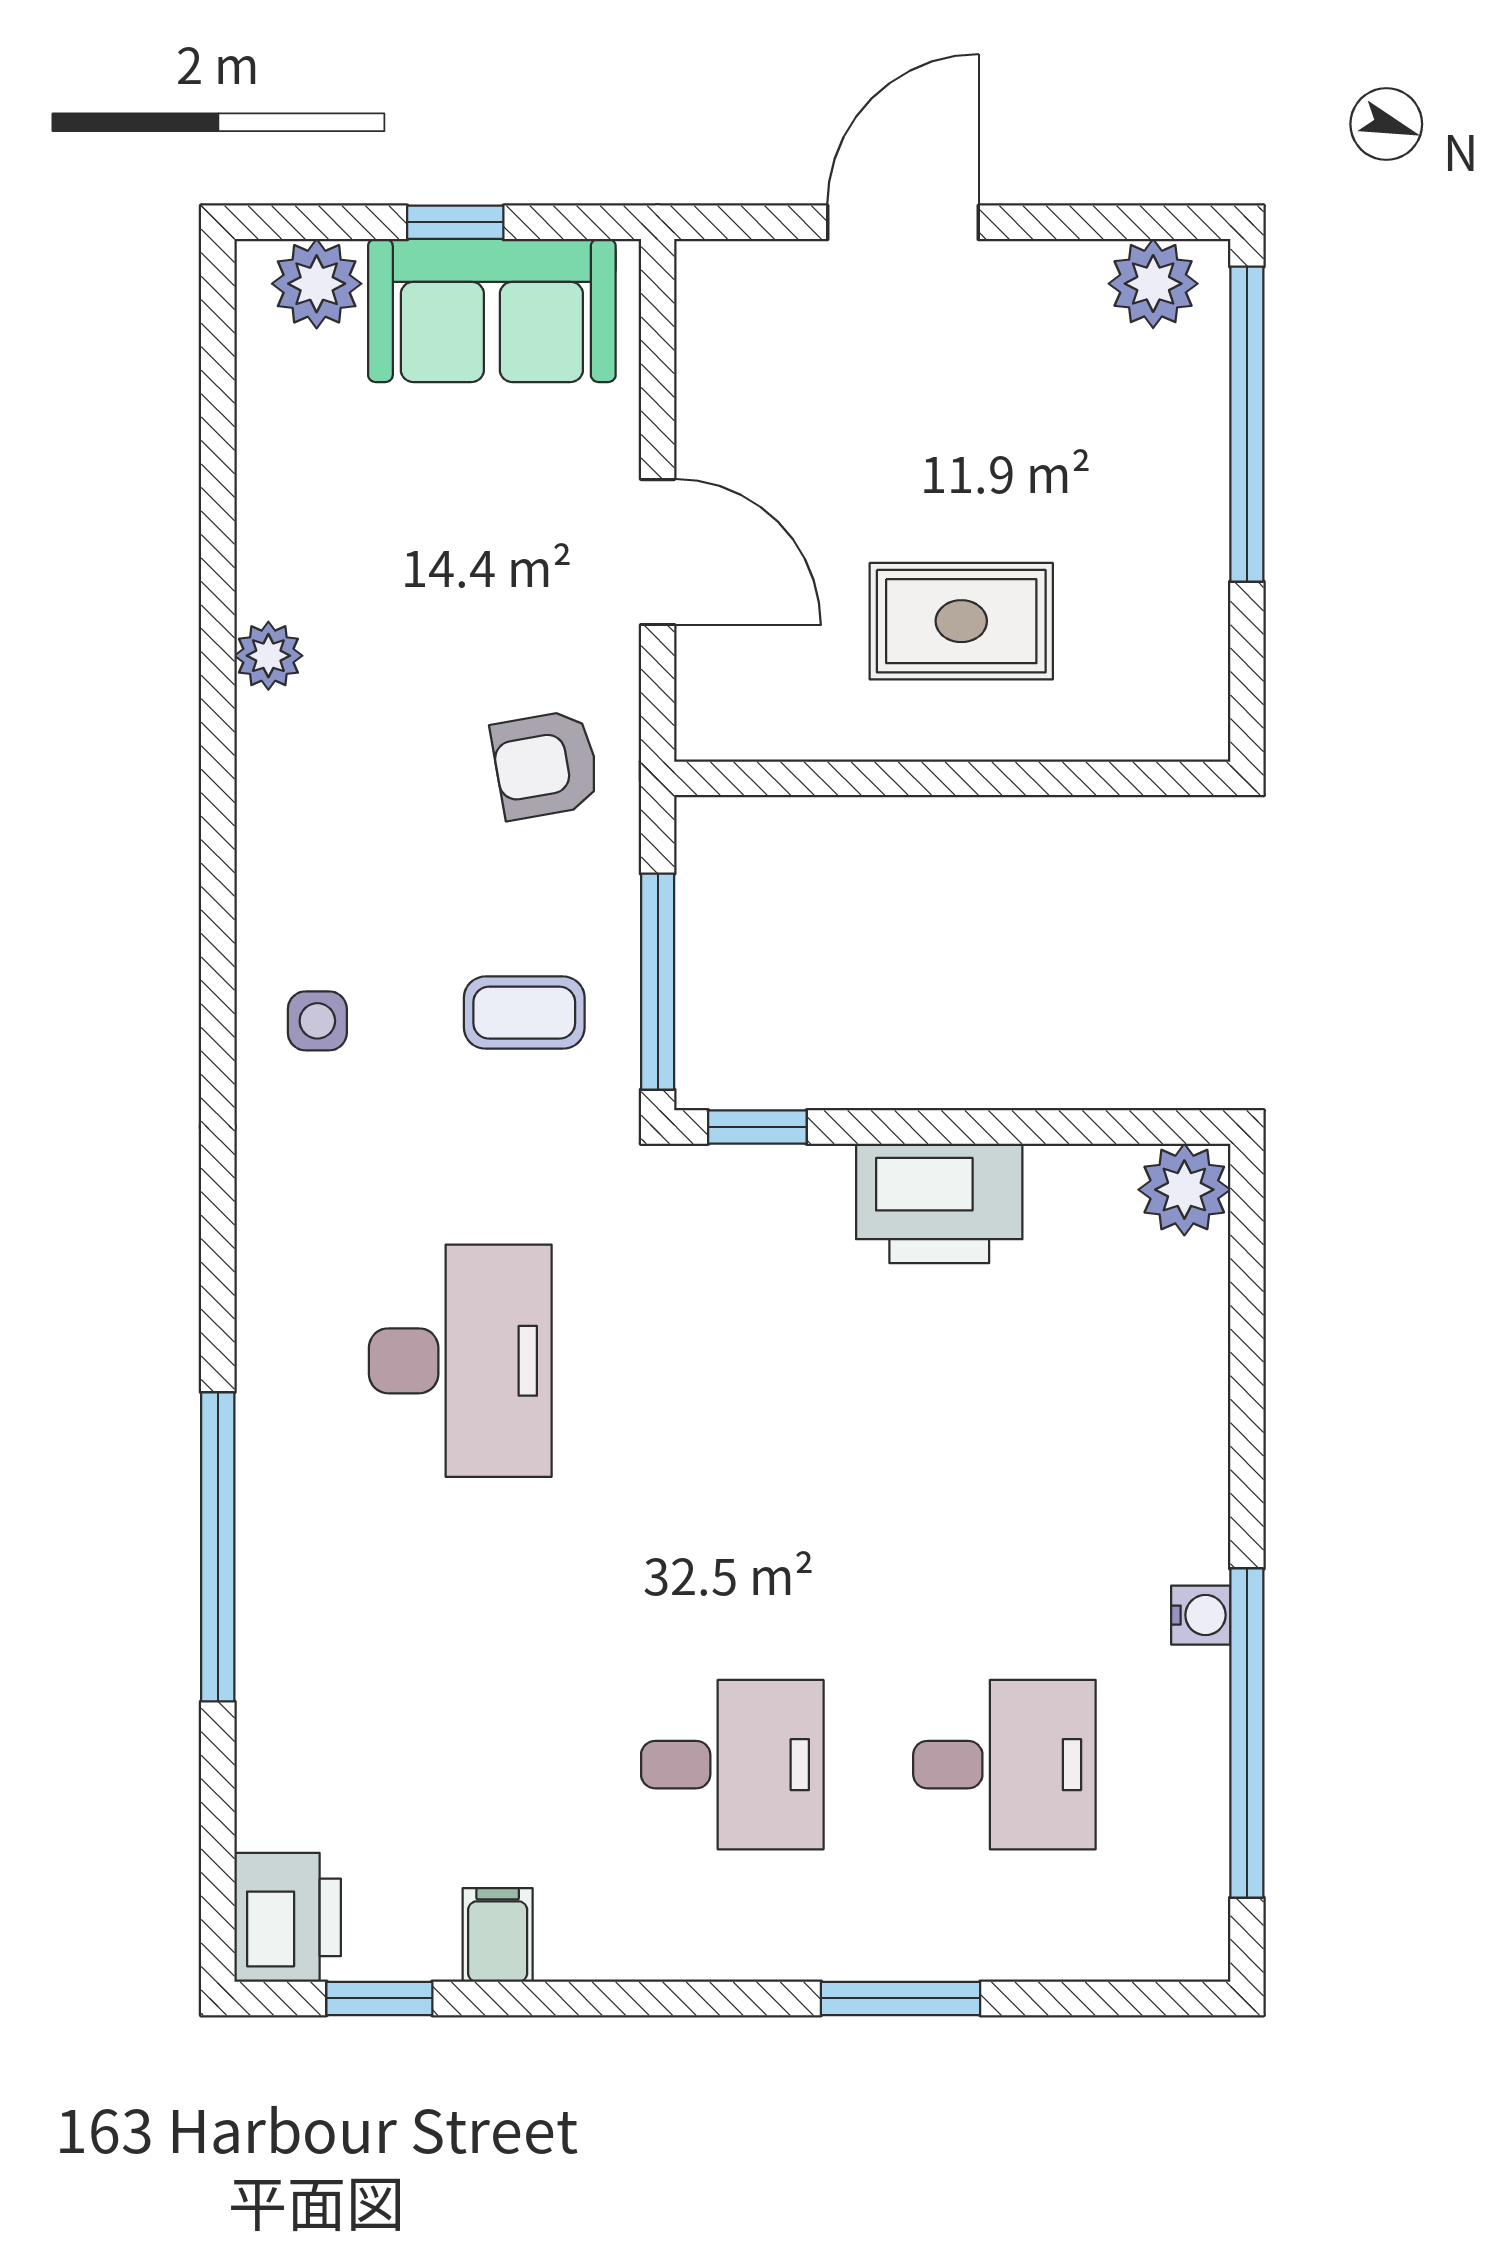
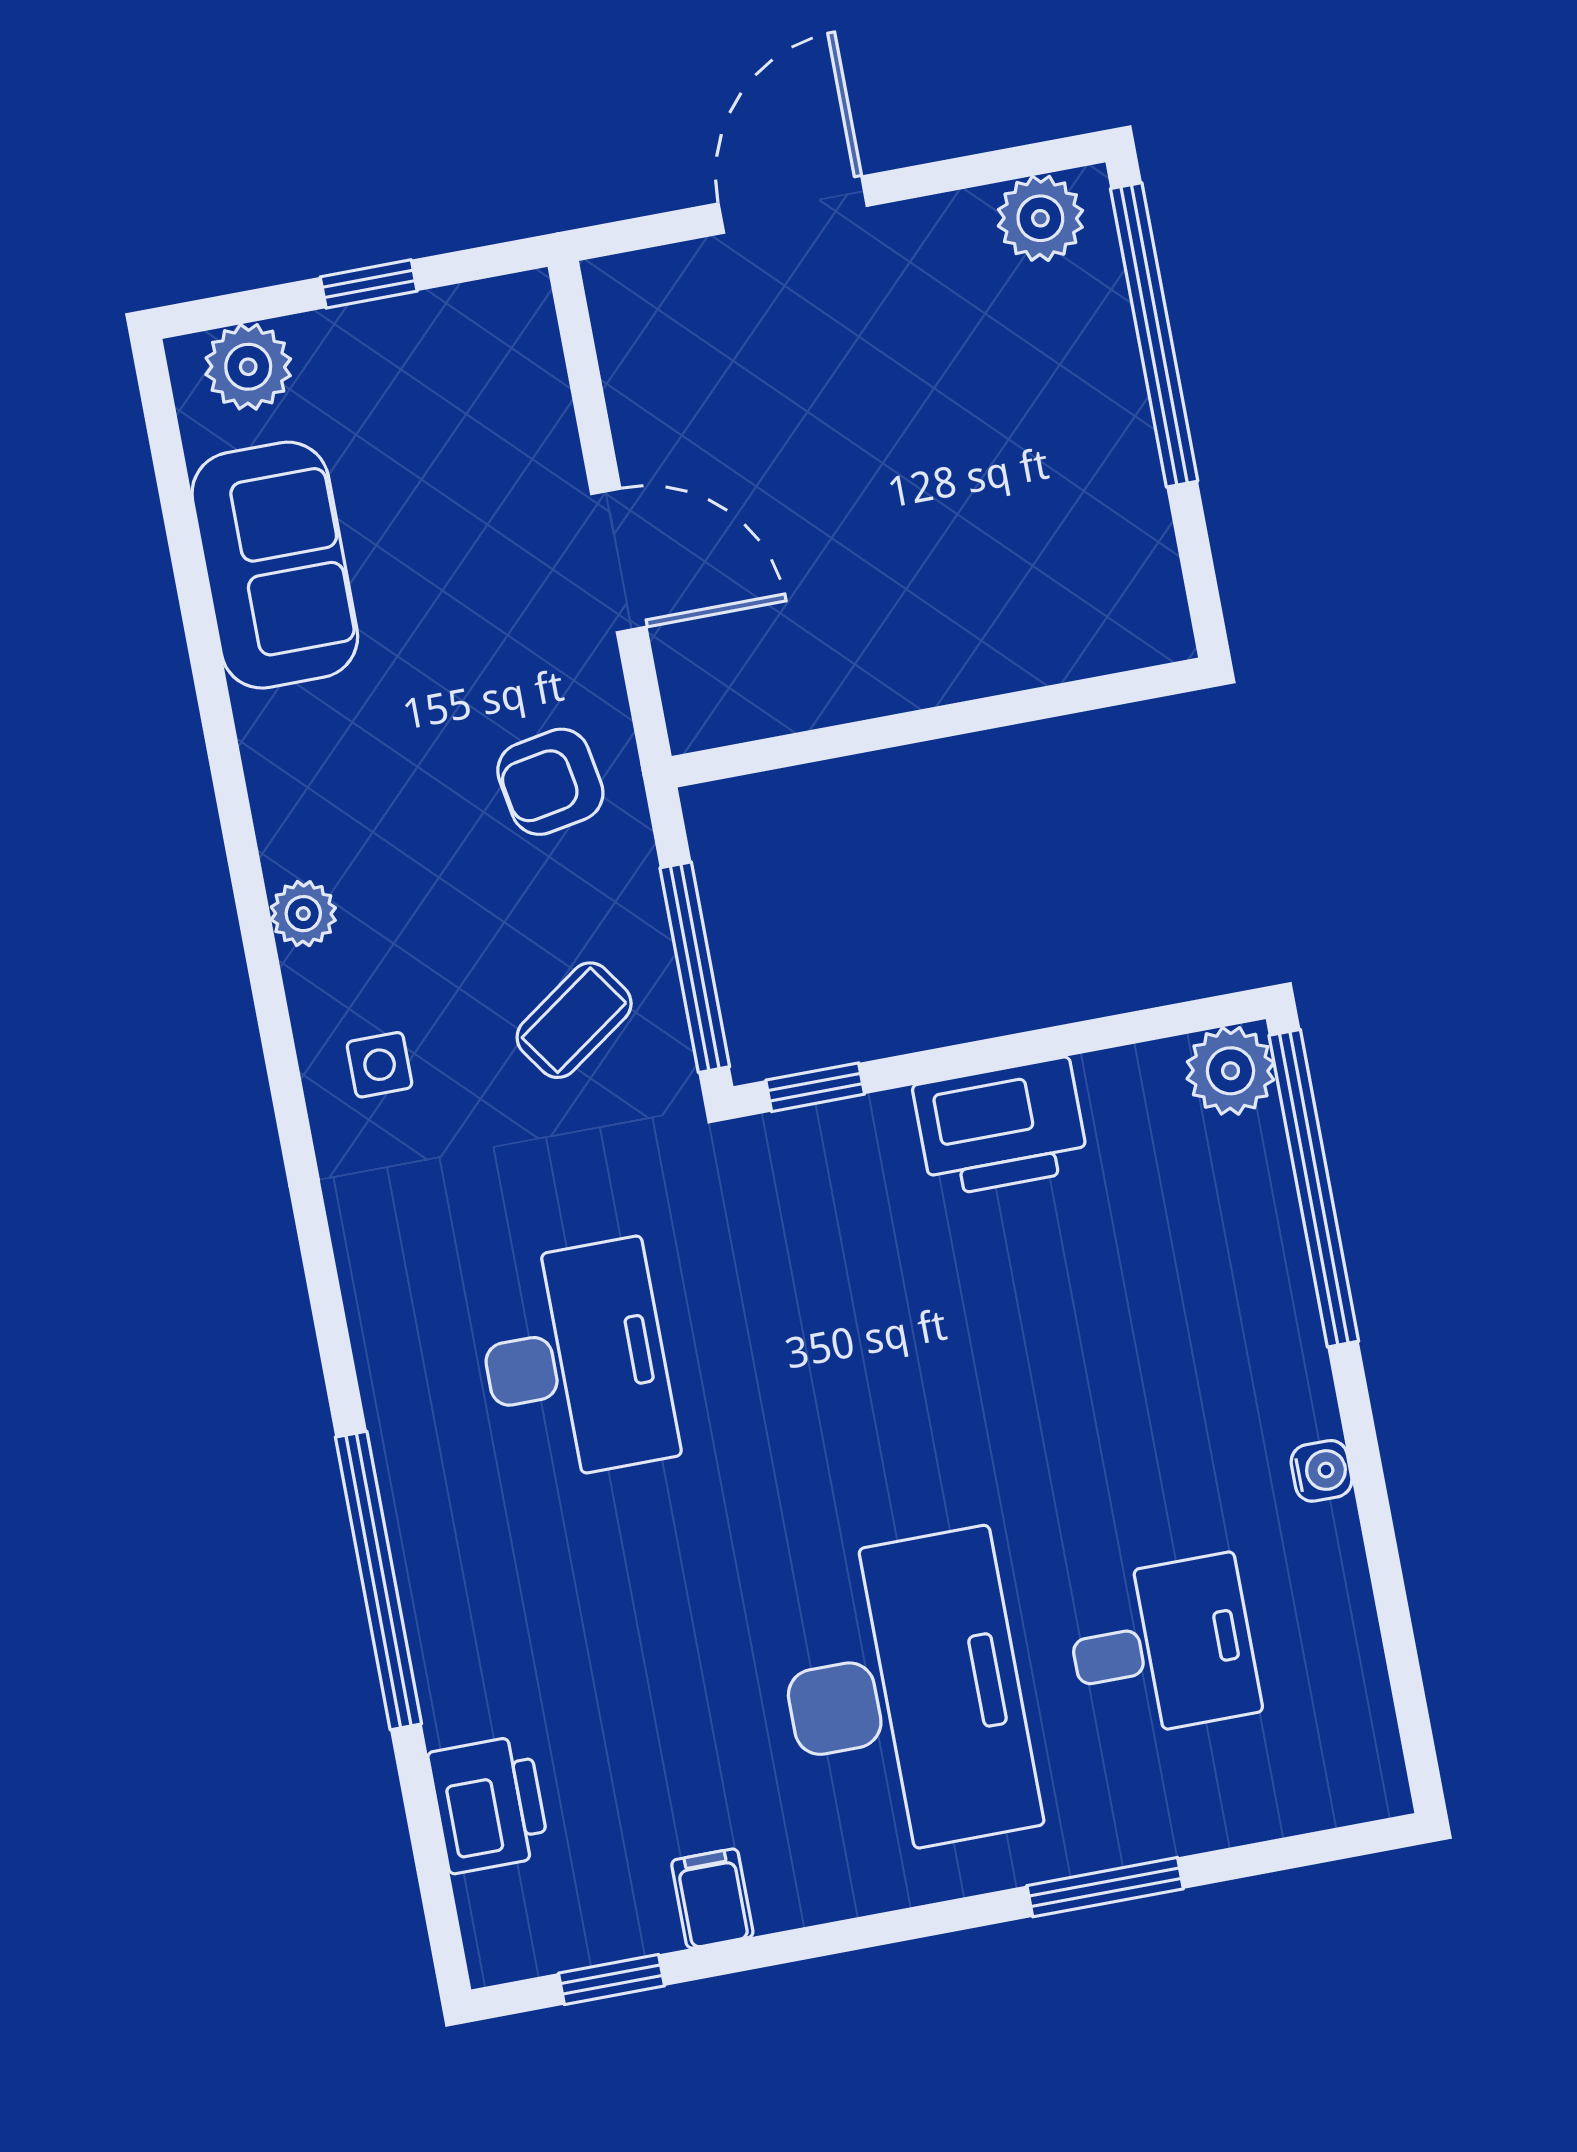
sofa: (492, 310) -> (275, 565), moved, turned -90
rug: (961, 621) -> (919, 572), removed
plant: (268, 656) -> (303, 914), moved
coffee table: (524, 1013) -> (574, 1020), turned -35
window: (1247, 1733) -> (1314, 1188), moved
desk: (732, 1765) -> (904, 1696), width x1.87, depth x1.30
printer: (288, 1917) -> (489, 1804), moved

